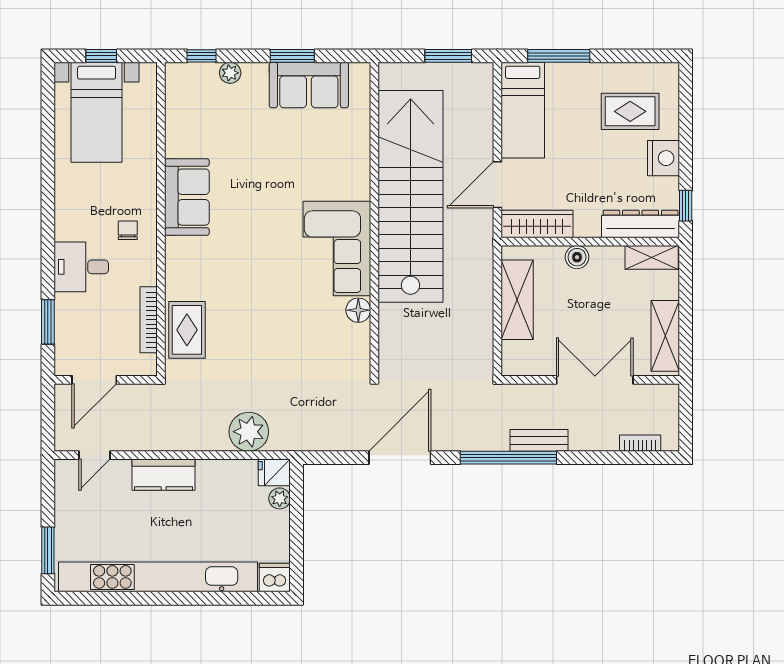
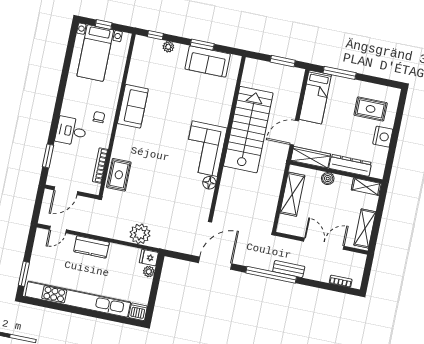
stairs: (411, 196) -> (248, 130), width x0.73
window: (686, 206) -> (389, 163), removed
dresser: (641, 224) -> (350, 165), moved

